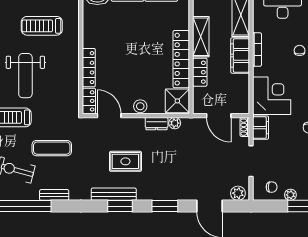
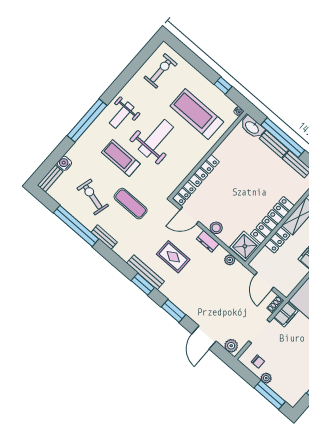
treadmill: (42, 26) -> (197, 114), width x1.37, depth x1.38
weight bench: (25, 76) -> (156, 138), turned 180
door: (109, 116) -> (189, 216), swing flipped
dresser: (157, 124) -> (208, 241), moved

